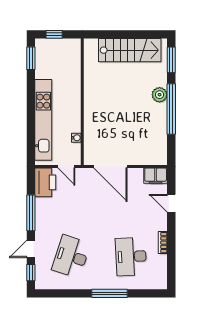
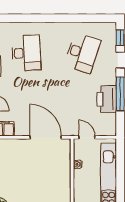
printer: (45, 182) -> (107, 99), moved
window: (109, 293) -> (46, 18), removed

